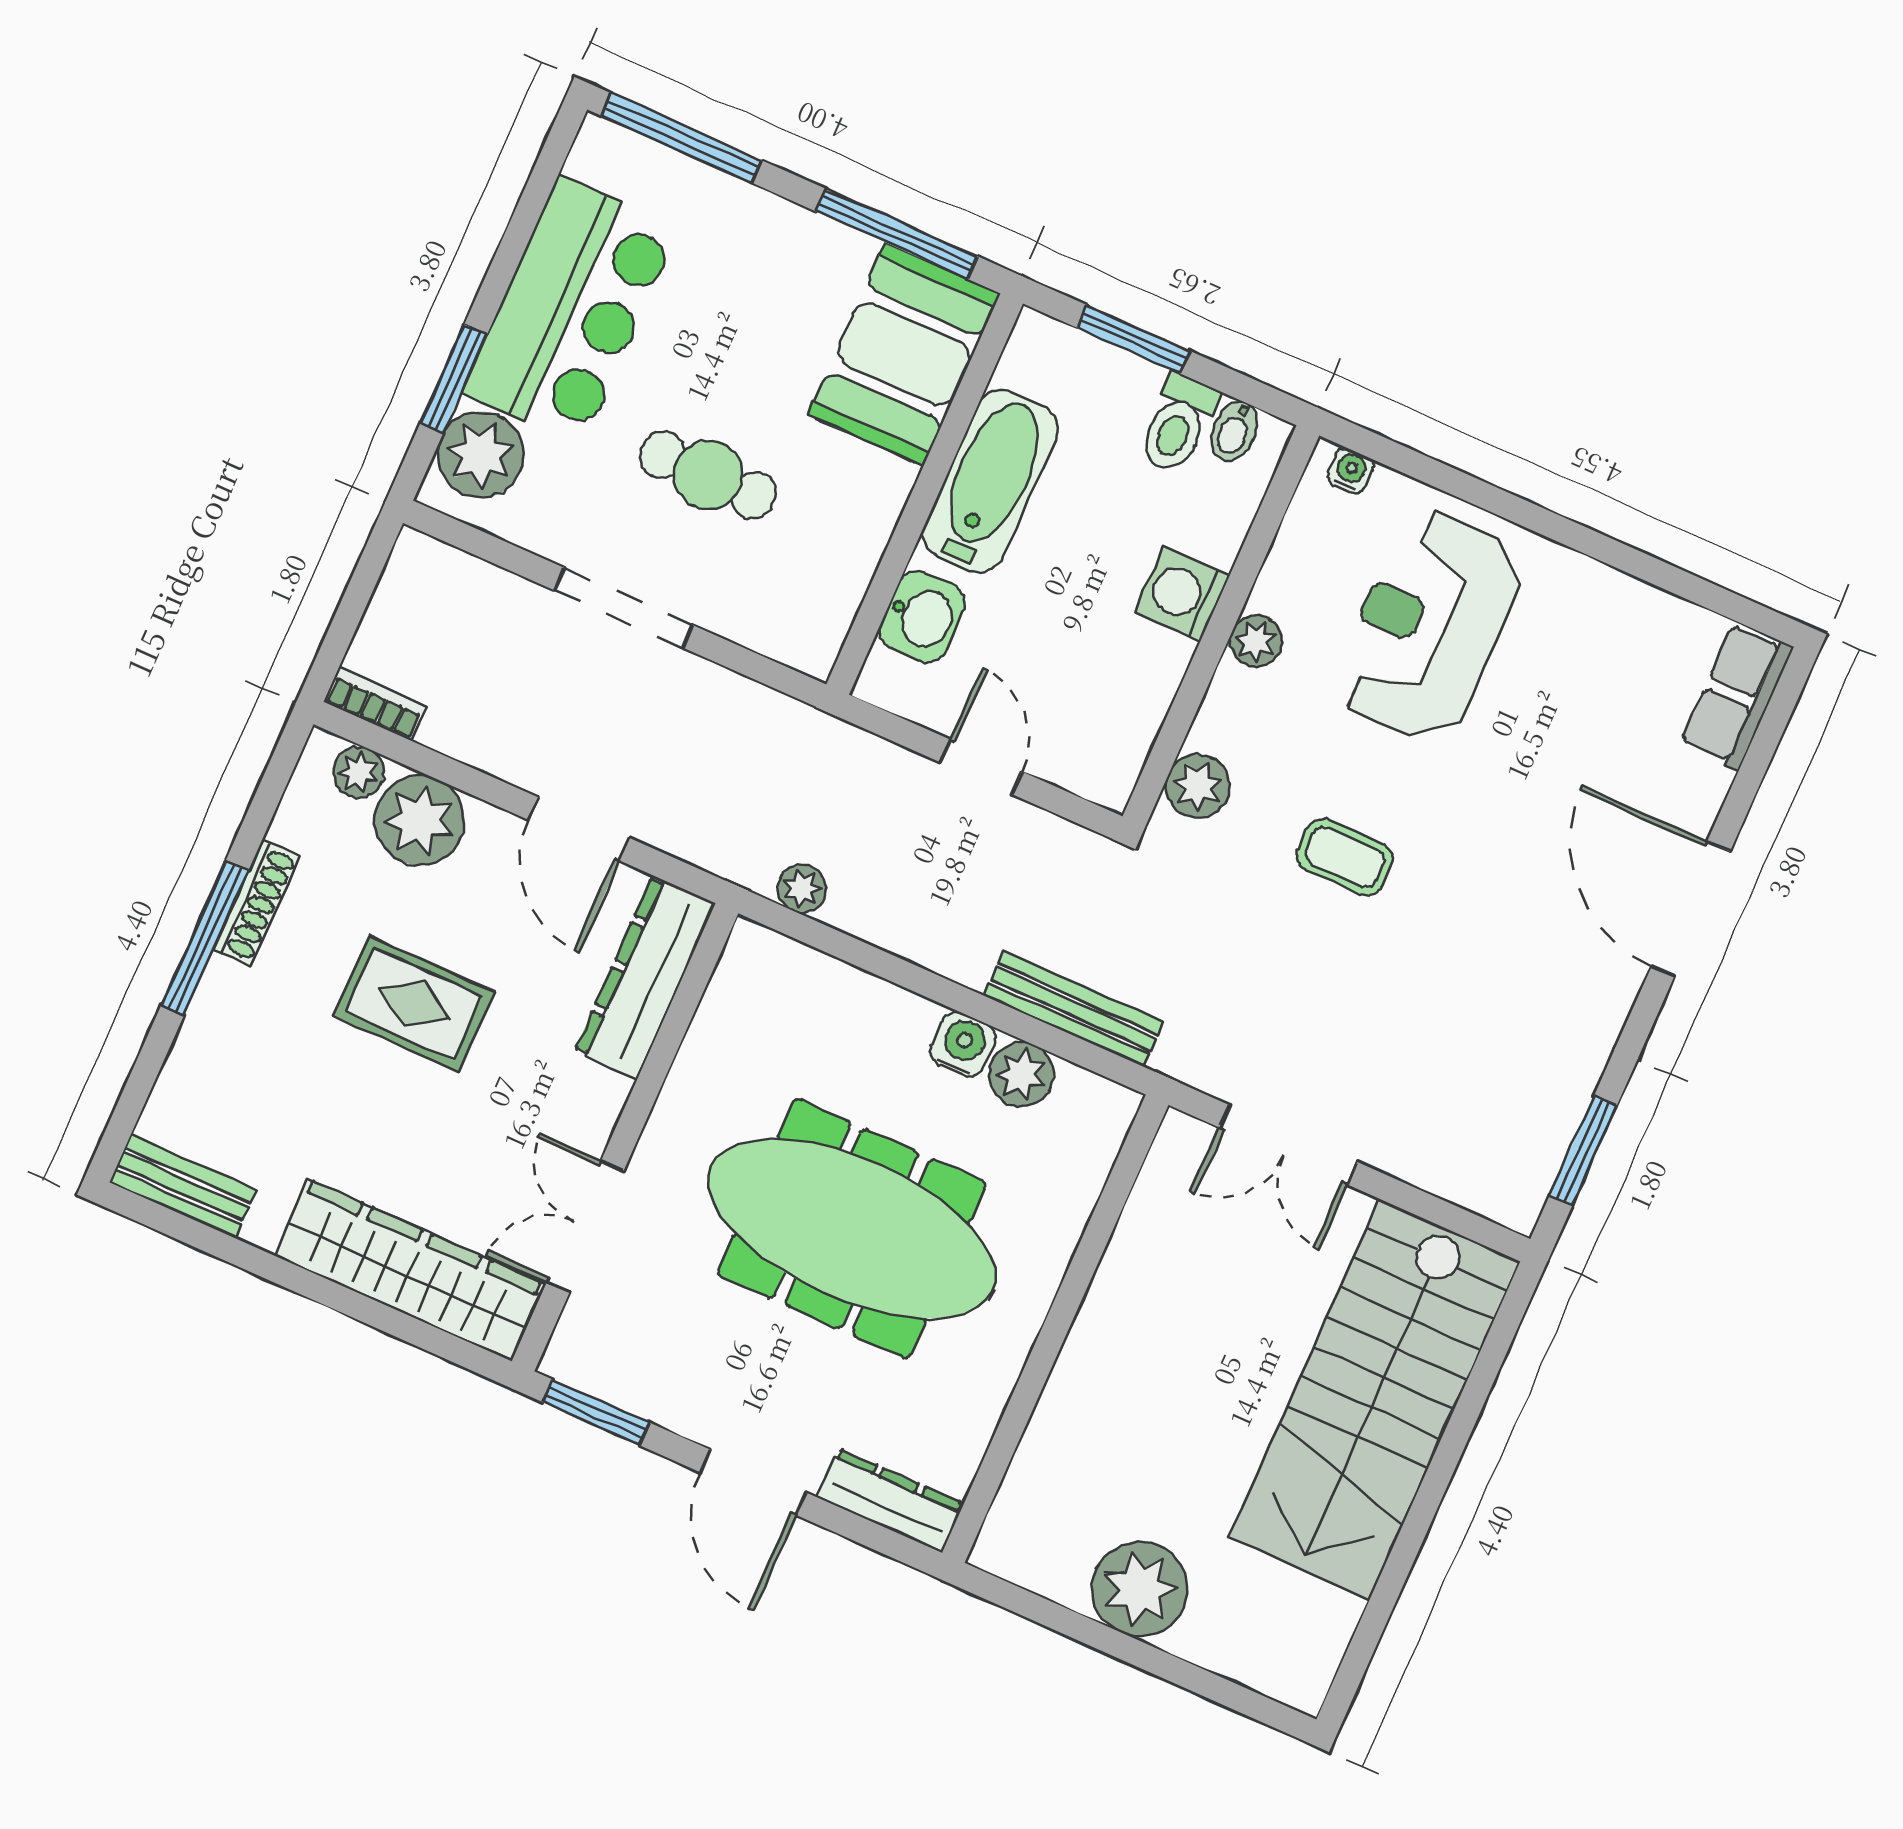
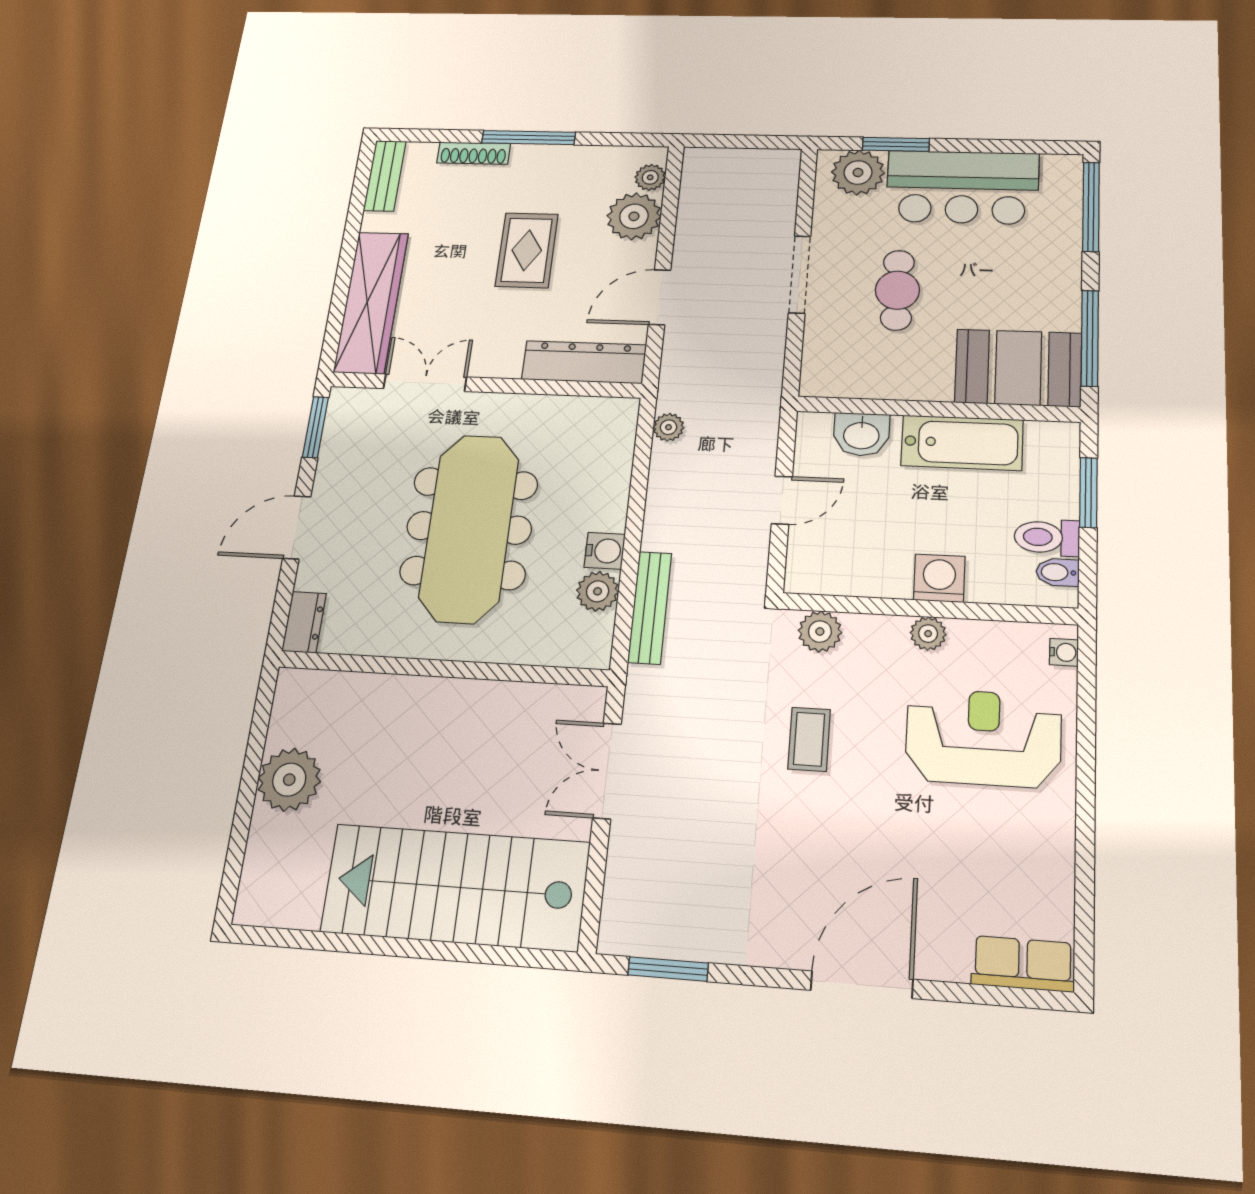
bookcase: (375, 704) -> (693, 172), removed
shoe rack: (257, 903) -> (474, 153), moved
dresser: (890, 1500) -> (304, 622), width x0.70

